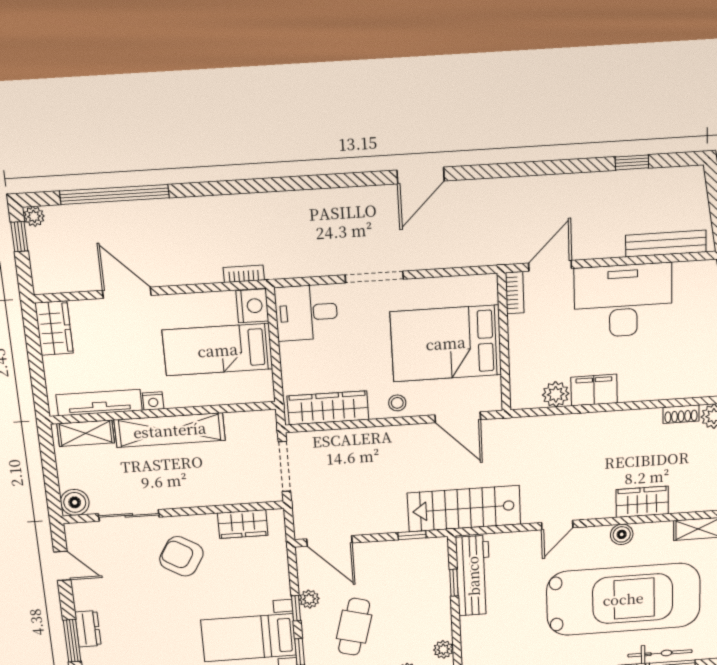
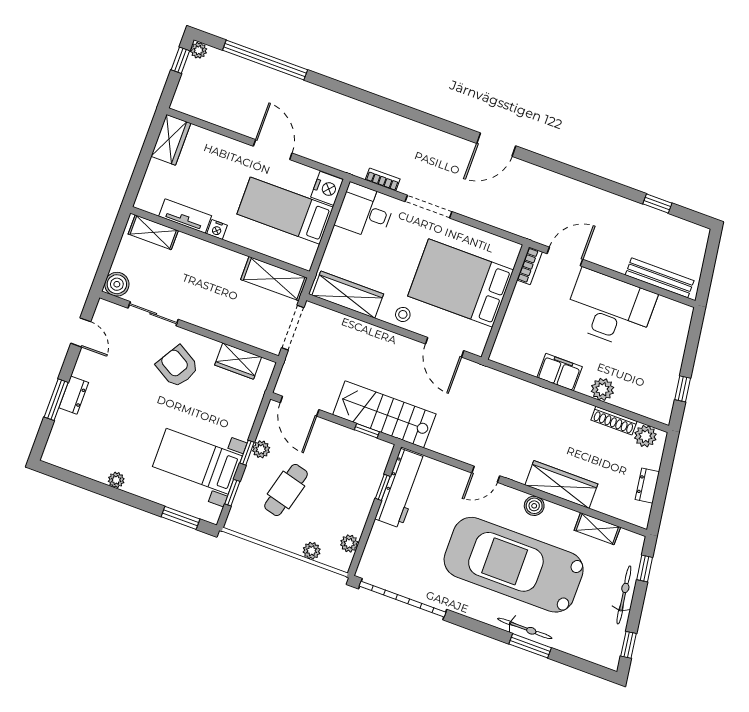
bookcase: (244, 274) -> (383, 179), moved
door: (127, 293) -> (273, 150), moved
plant: (556, 394) -> (602, 389), moved
tv unit: (99, 403) -> (185, 216), width x0.71
shoe rack: (681, 414) -> (614, 421), width x1.43
shelving: (170, 430) -> (274, 279), moved, width x0.68
wardrobe: (642, 502) -> (561, 484), width x1.50
stairs: (464, 509) -> (384, 414), moved
car: (623, 599) -> (514, 565), turned 180

